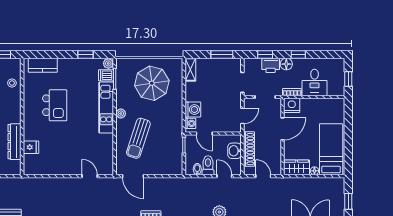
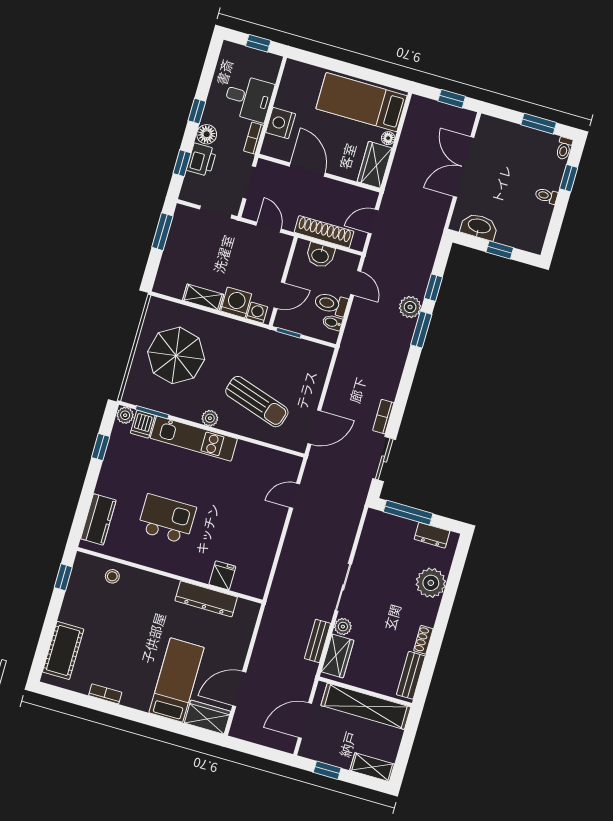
shelving: (190, 70) -> (203, 297), moved
nightstand: (292, 105) -> (281, 123), moved
door: (224, 176) -> (356, 283), swing flipped

